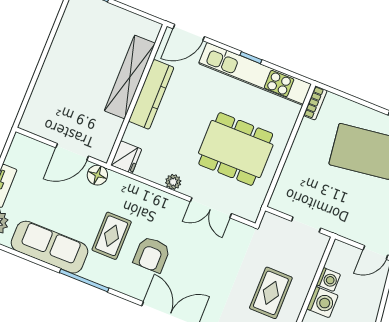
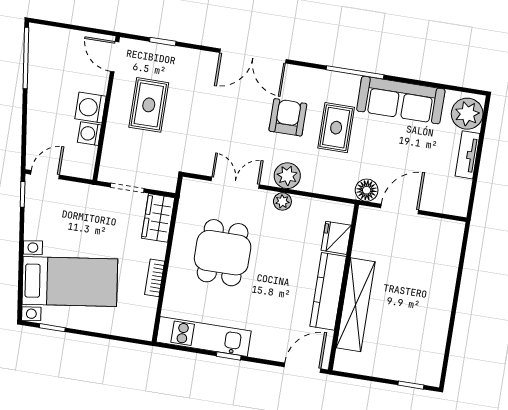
kitchen unit: (255, 74) -> (204, 337), width x0.73
bookcase: (315, 103) -> (155, 278), moved
dining table: (236, 149) -> (223, 253), width x0.73
fridge: (126, 157) -> (336, 238), moved
wardrobe: (285, 192) -> (158, 218), added
plant: (164, 203) -> (287, 176), added

